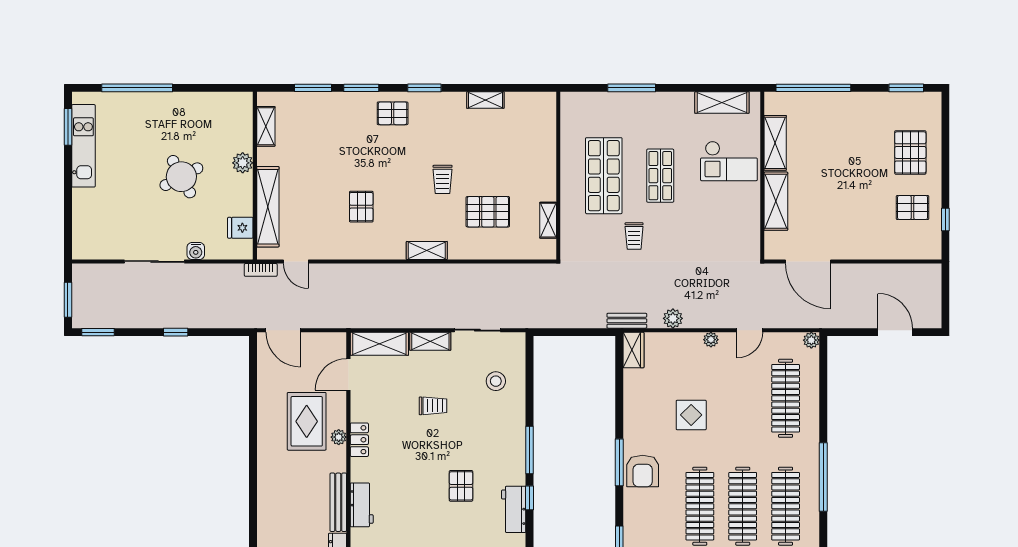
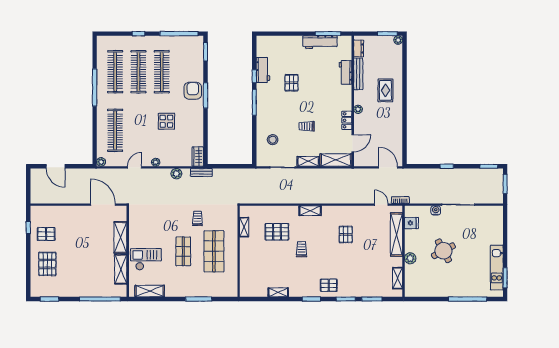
rug: (307, 421) -> (385, 90), moved, width x0.73, depth x0.70
locker: (359, 440) -> (347, 120), moved

